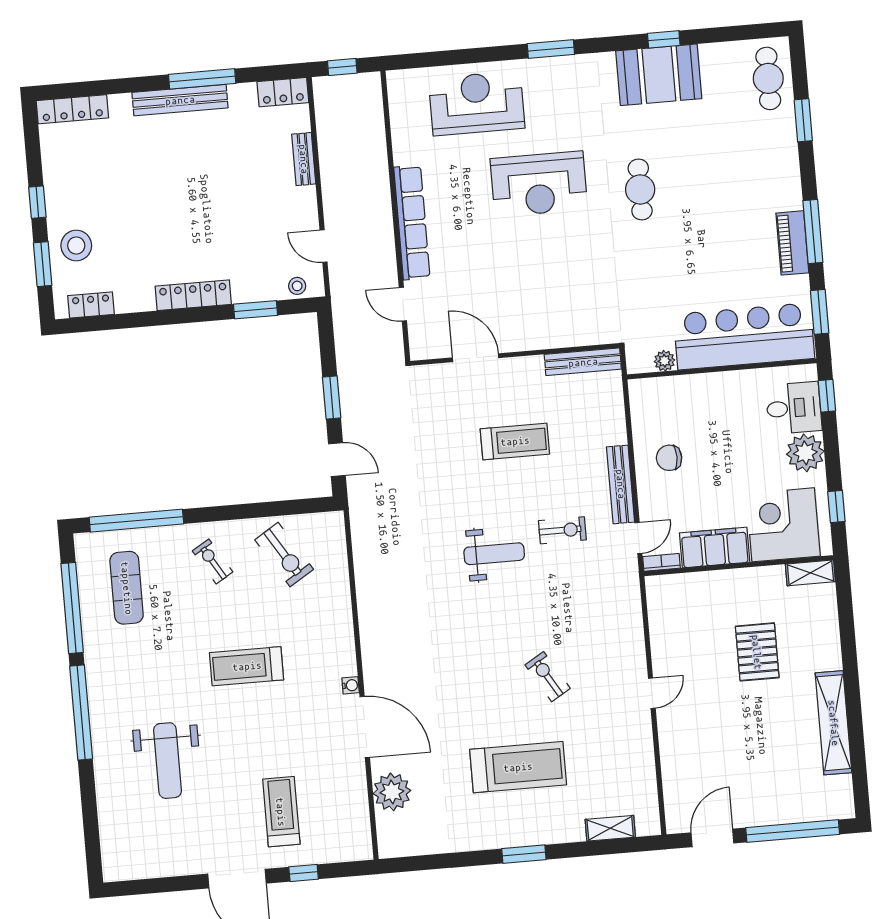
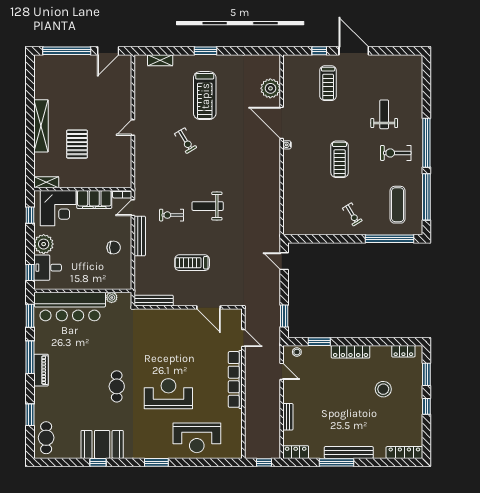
piano: (792, 243) -> (41, 370), moved
stool: (76, 246) -> (383, 389), moved
window: (332, 398) -> (284, 316), moved
exercise bike: (284, 555) -> (396, 153), moved, turned -58
treadmill: (247, 666) -> (340, 159), turned 90
shelving: (834, 723) -> (41, 126), moved
weight bench: (168, 761) -> (384, 114), width x0.73, depth x0.75
treadmill: (518, 767) -> (205, 96), turned -90

